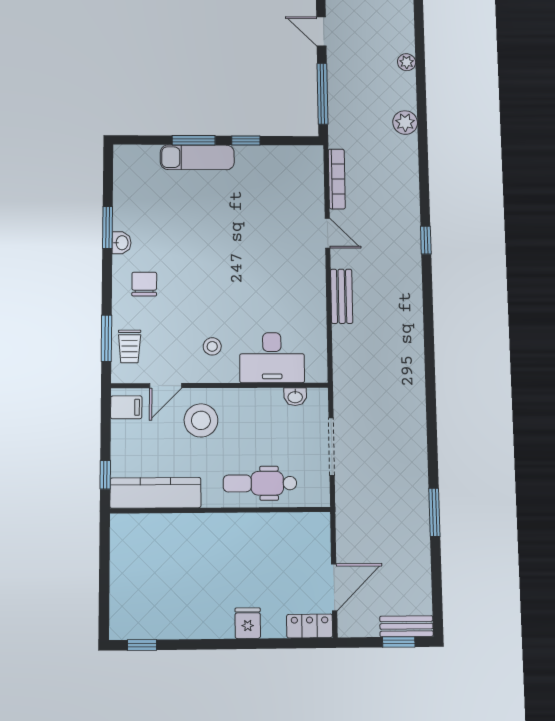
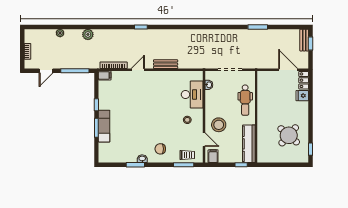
filing cabinet: (313, 159) -> (105, 75), added
round table: (176, 590) -> (289, 135), added
fridge: (248, 623) -> (302, 96), moved

